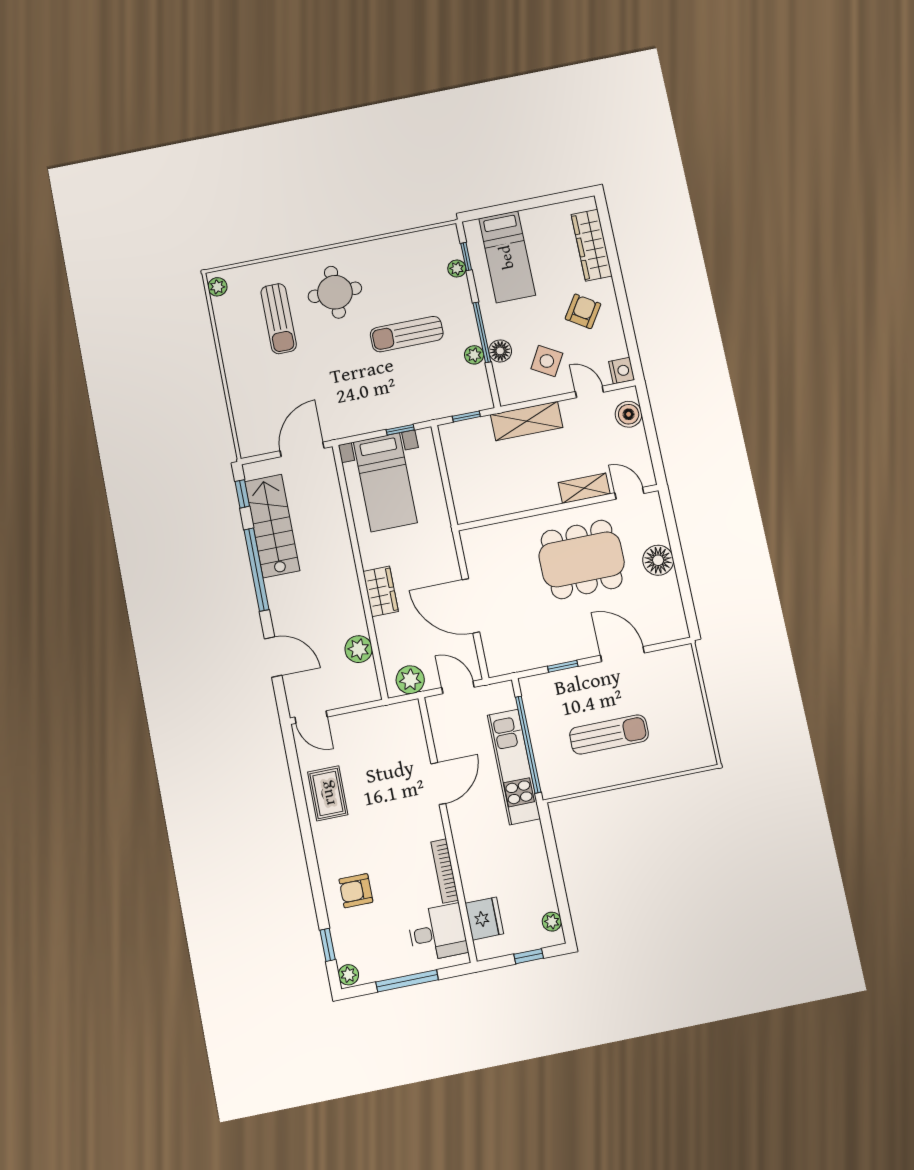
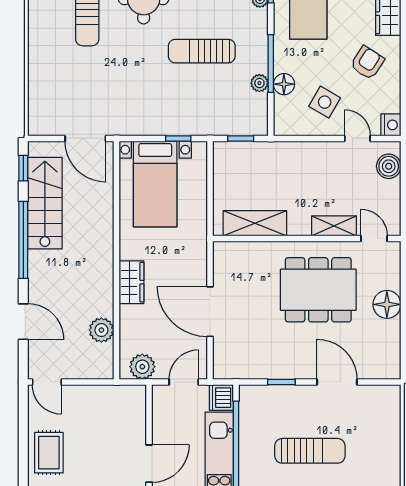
shelving: (527, 421) -> (255, 223), moved
door: (302, 449) -> (85, 138), swing flipped
door: (458, 687) -> (184, 382), hinge flipped
dishwasher: (502, 696) -> (221, 398), added

